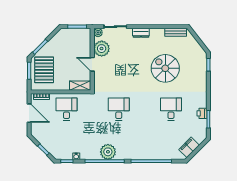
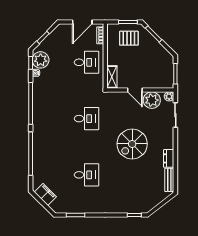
dresser: (141, 33) -> (169, 158), moved
door: (92, 64) -> (135, 90), swing flipped
spiral stairs: (165, 68) -> (132, 144), moved, turned 180
pallet: (44, 70) -> (129, 38), width x0.67, depth x0.71
printer: (202, 113) -> (82, 208), removed
plant: (108, 152) -> (41, 60), moved

